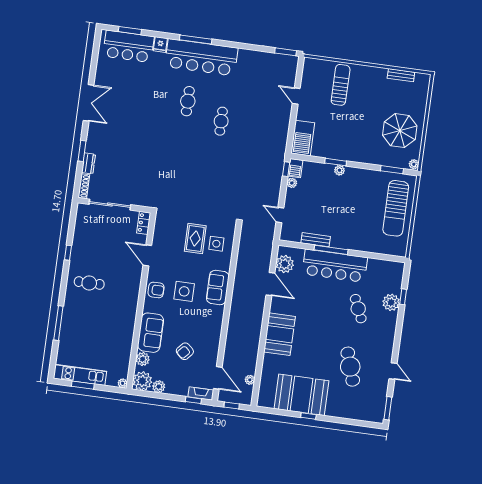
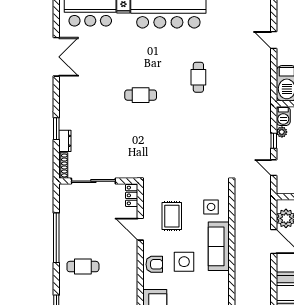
cafe table: (188, 101) -> (141, 95), moved, turned 90
double door: (89, 103) -> (56, 57), moved
window: (286, 169) -> (274, 141), moved
rug: (195, 239) -> (172, 216), moved
window: (68, 253) -> (56, 238), width x3.17
sofa: (218, 288) -> (219, 246), width x1.36

